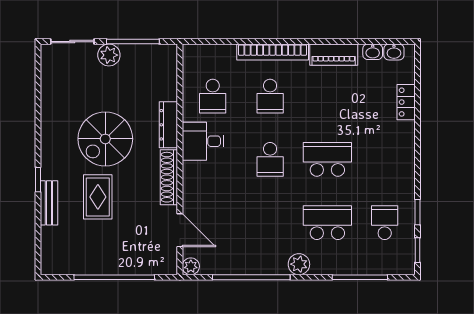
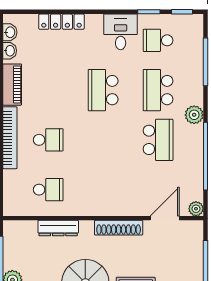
locker: (406, 102) -> (61, 22), width x1.53
dresser: (168, 125) -> (58, 228), moved
desk: (203, 141) -> (121, 32), moved, turned 180
school desk: (270, 159) -> (158, 140), moved, width x1.85

